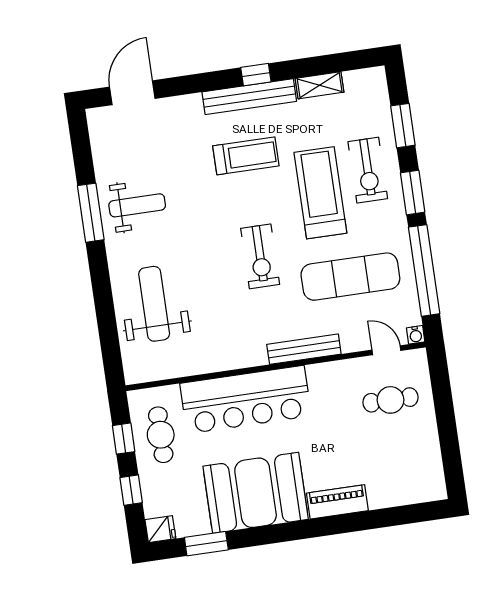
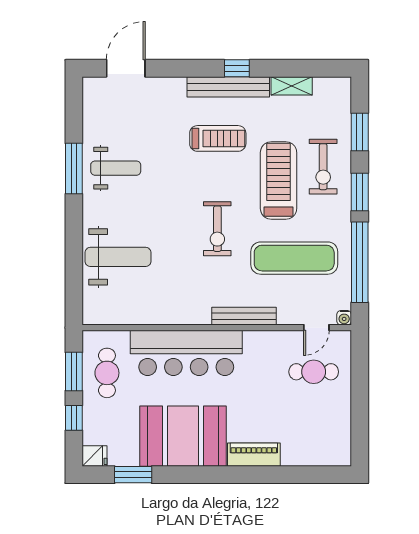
weight bench: (154, 304) -> (118, 257), turned 90
door: (386, 350) -> (316, 328), swing flipped
window: (124, 439) -> (74, 372), width x1.50

